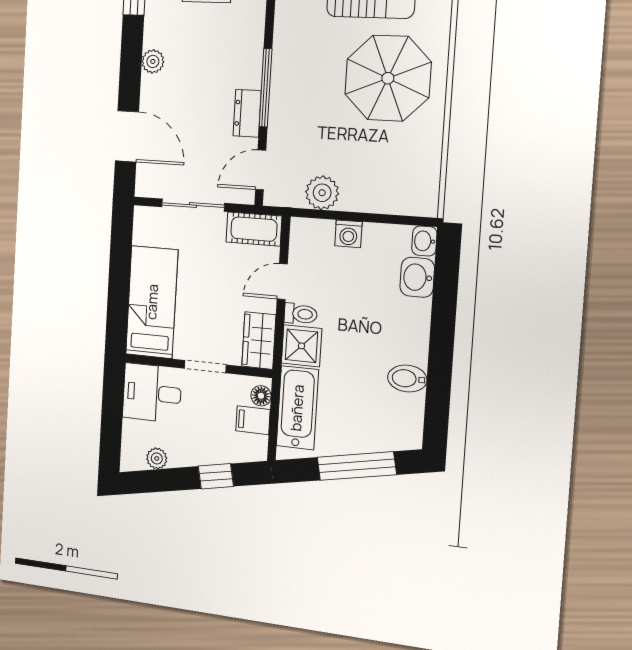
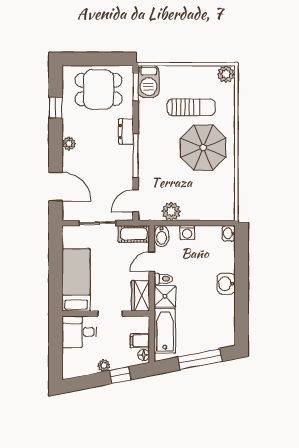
dresser: (247, 113) -> (126, 132), moved
washbasin: (417, 277) -> (226, 284), moved
bidet: (407, 379) -> (162, 236), moved, turned -90
floor lamp: (261, 396) -> (144, 355), moved
plant: (157, 458) -> (104, 365), moved

